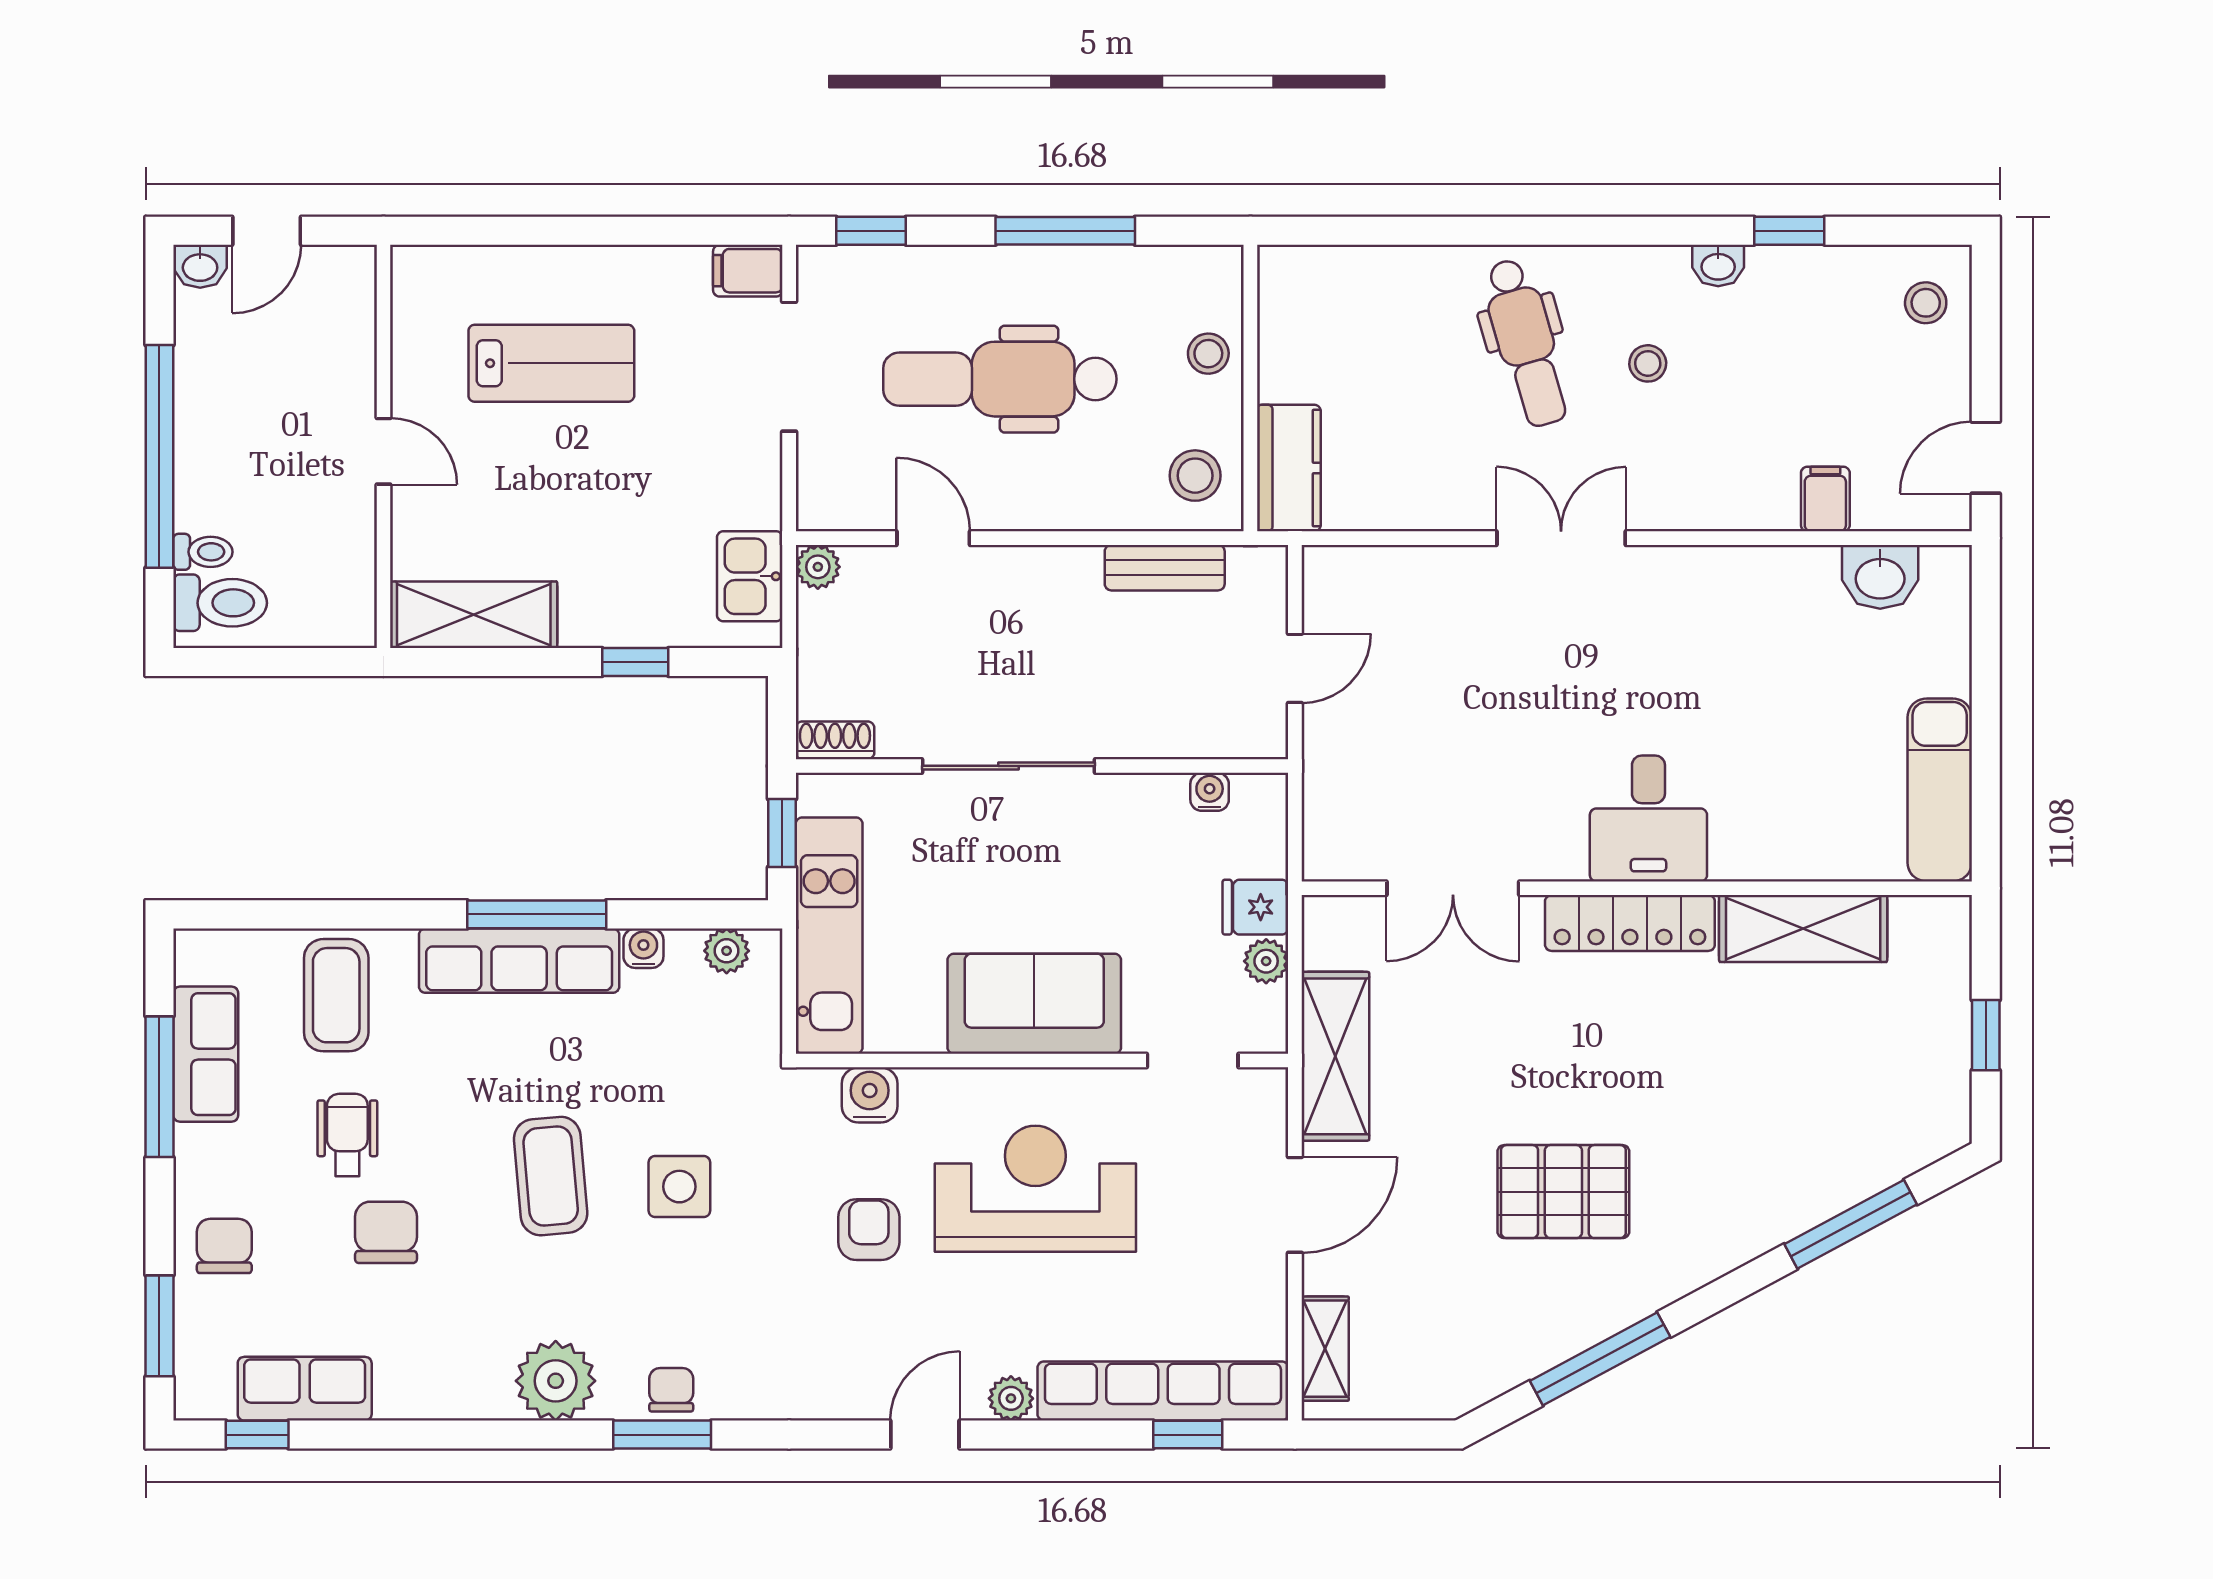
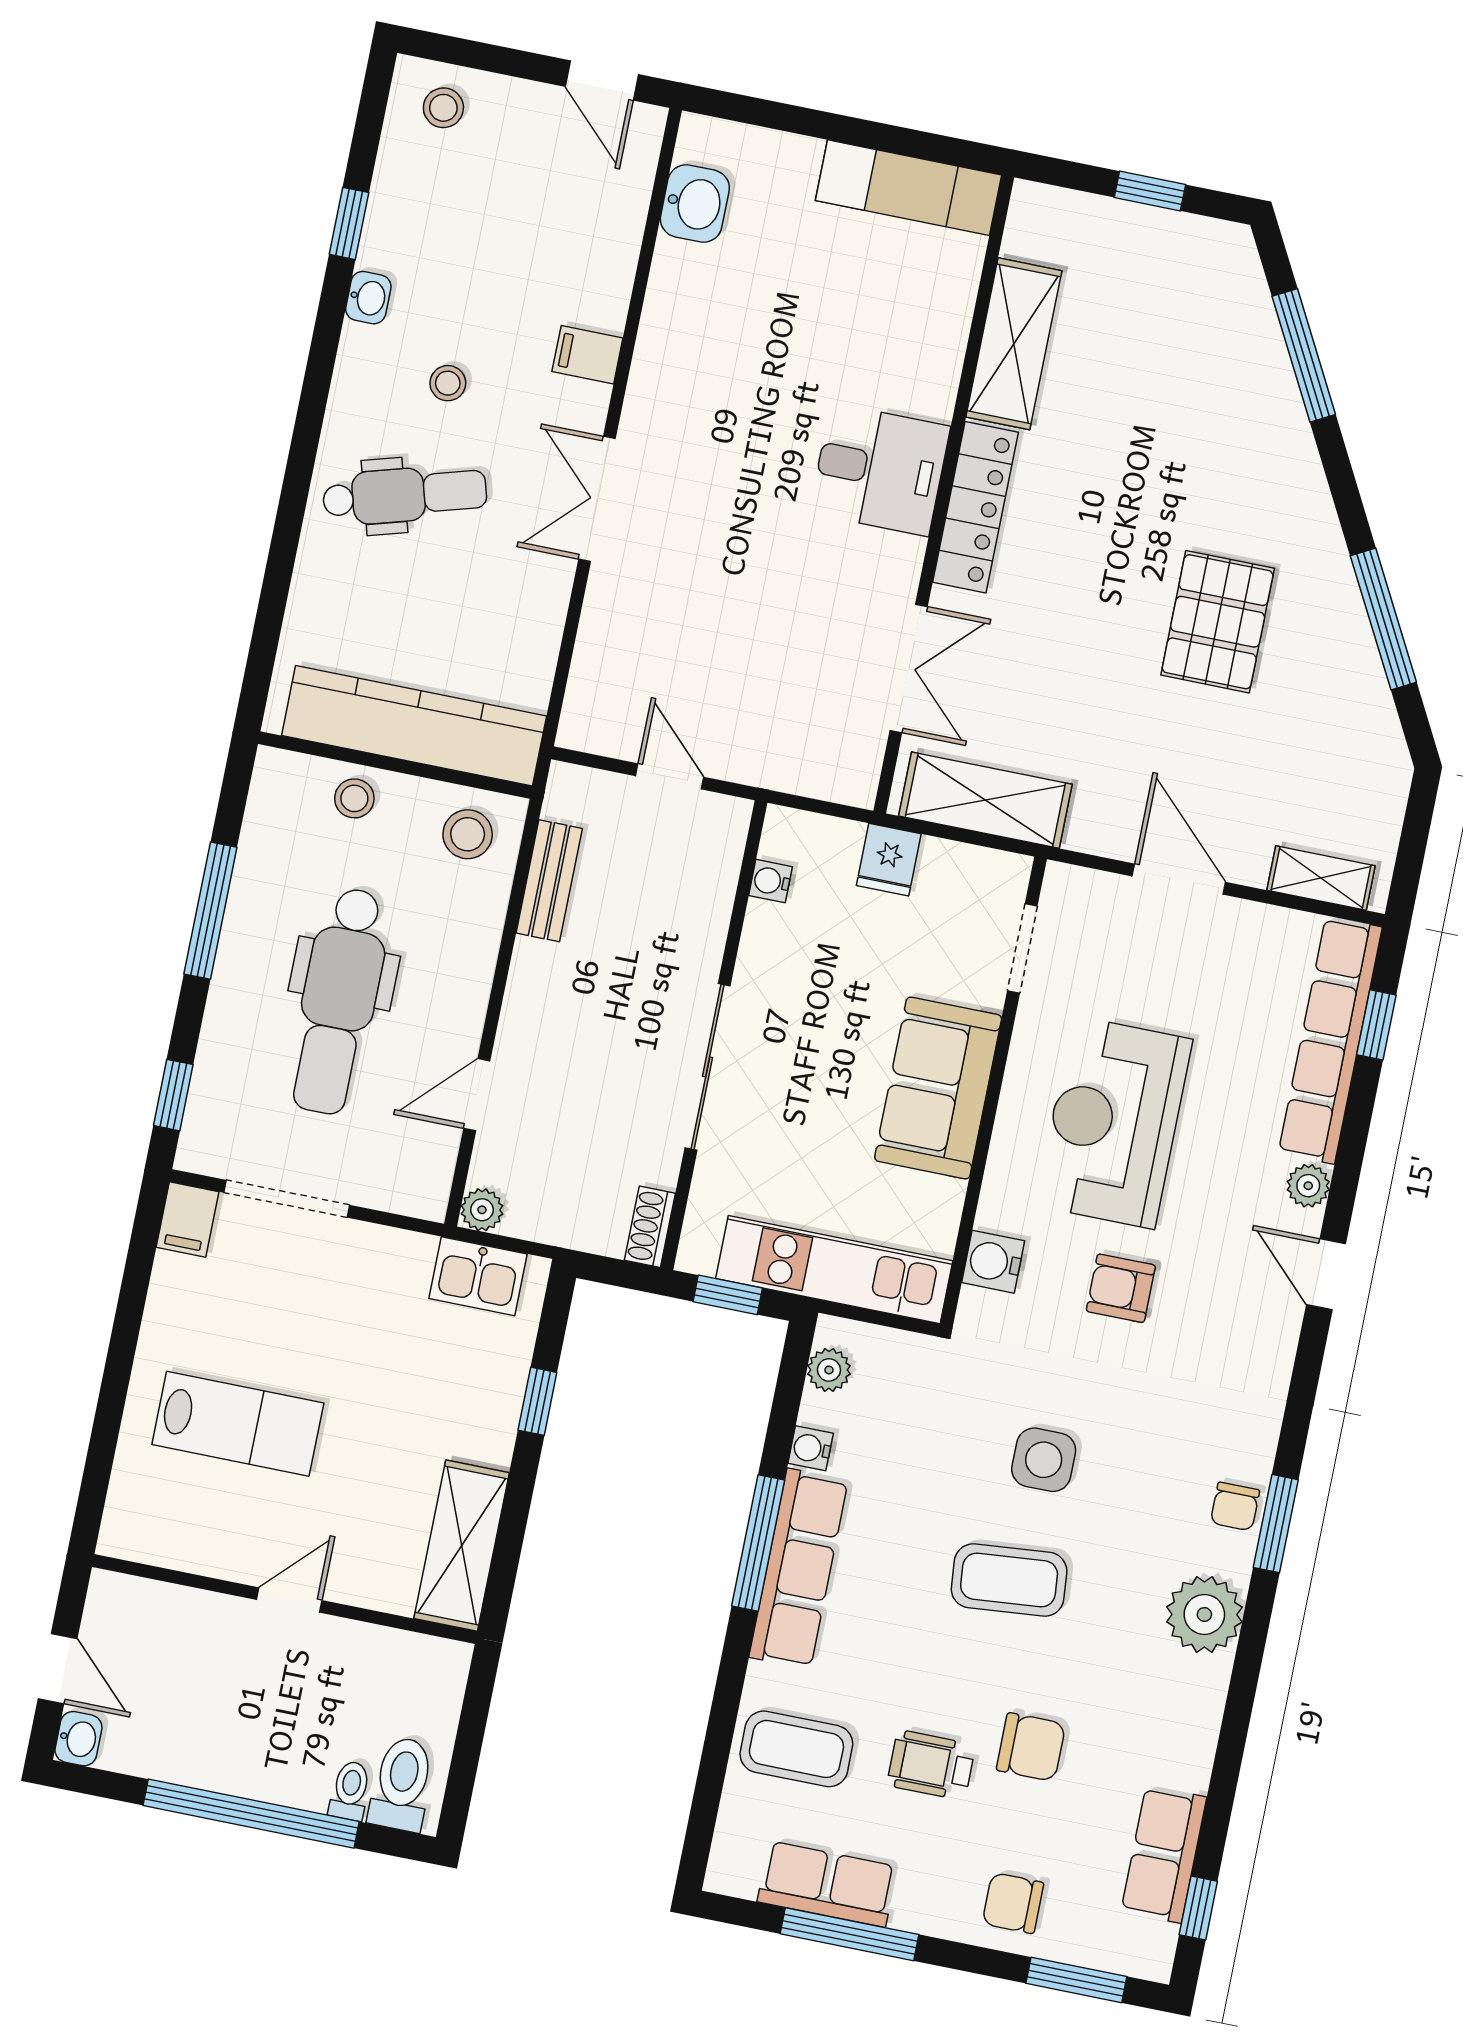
lab bench: (551, 363) -> (238, 1424), turned 90
kitchen counter: (1289, 468) -> (414, 726), width x2.08, depth x1.17
filing cabinet: (1825, 499) -> (587, 355), moved
plant: (1266, 961) -> (942, 860), removed
shelving: (1335, 1056) -> (985, 800), moved
chair: (386, 1232) -> (1031, 1747), turned 180
chair: (671, 1390) -> (1235, 1506), turned -90

